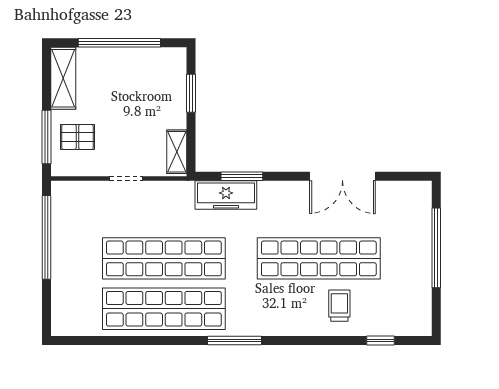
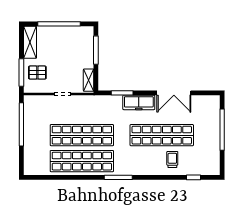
window: (191, 93) -> (96, 50), width x1.44
freezer: (226, 195) -> (139, 102), moved

